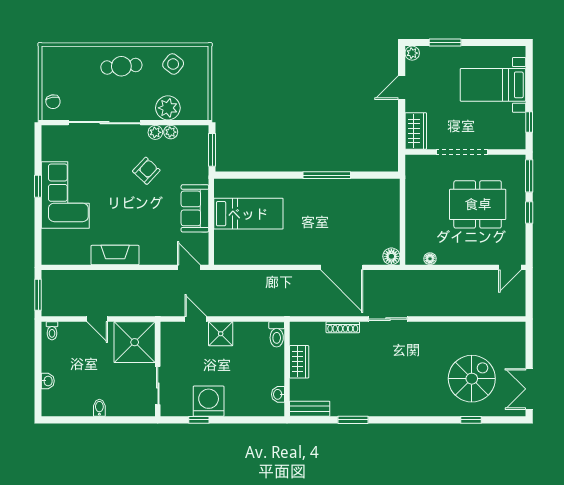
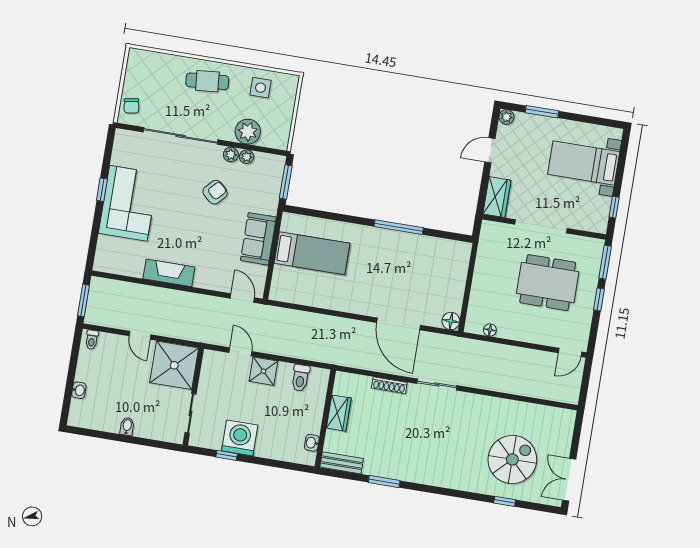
side table: (173, 64) -> (260, 88), turned -38
toilet: (277, 334) -> (300, 378), moved

